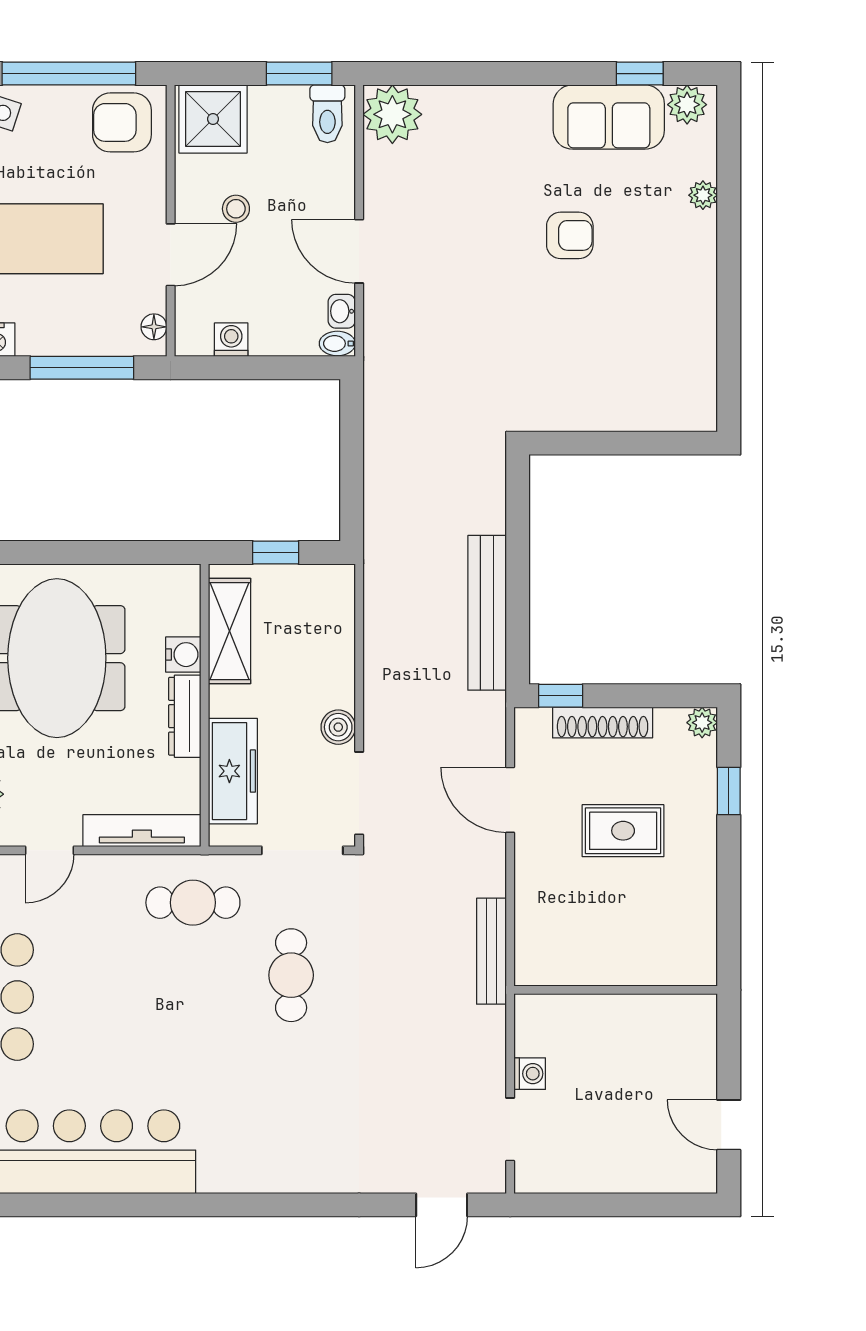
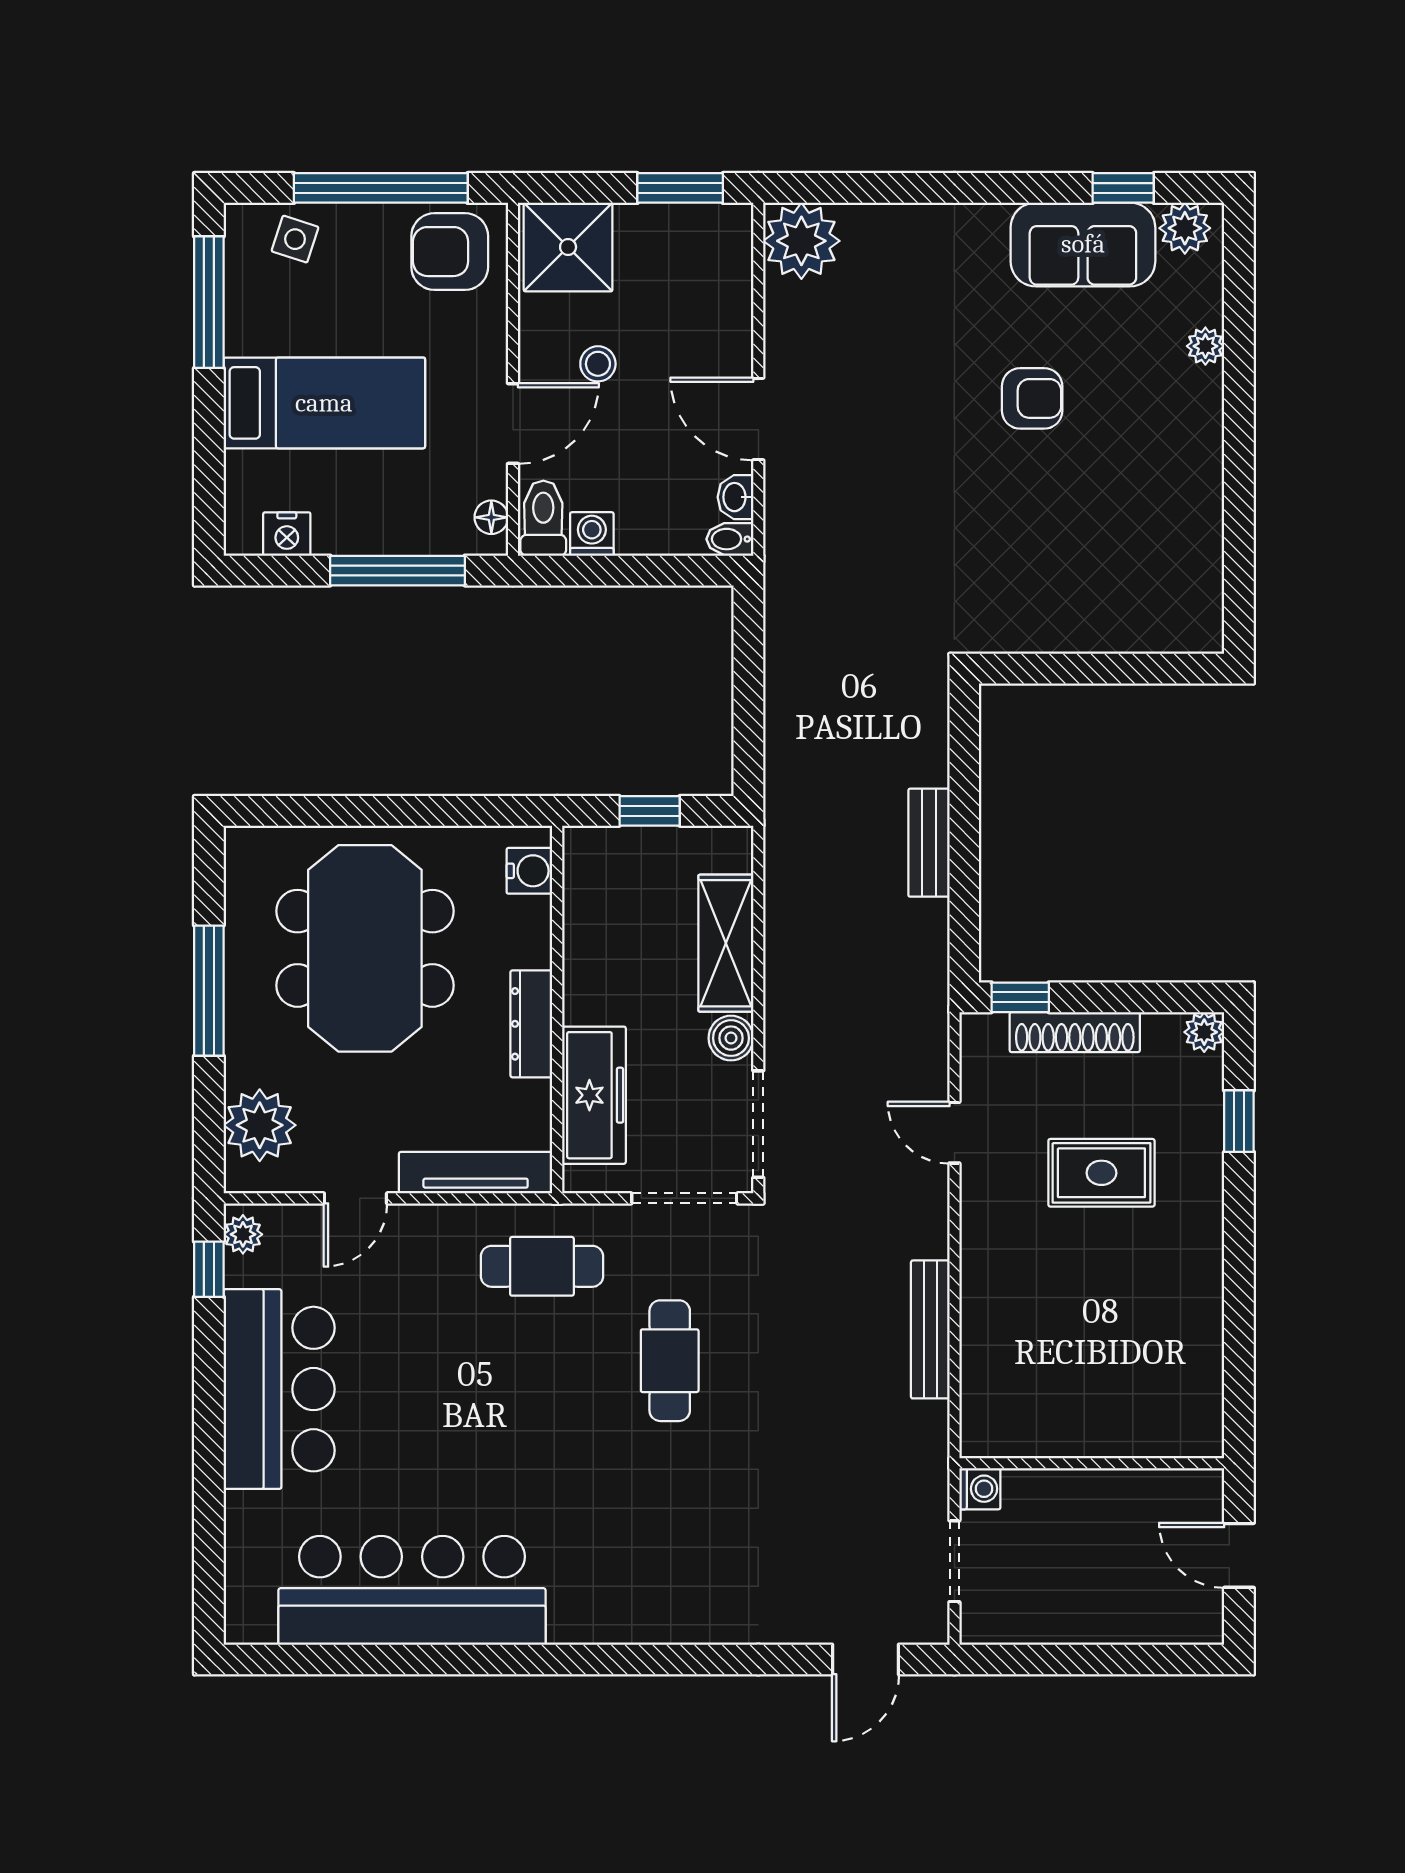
toilet: (327, 114) -> (543, 518), moved, turned 180
bench: (487, 613) -> (929, 843), width x0.54, depth x0.82
shelving: (229, 631) -> (726, 943), moved
water cooler: (183, 655) -> (529, 871), moved
door: (510, 800) -> (954, 1133), width x0.73
wall: (616, 990) -> (1092, 1463), moved

